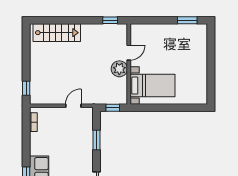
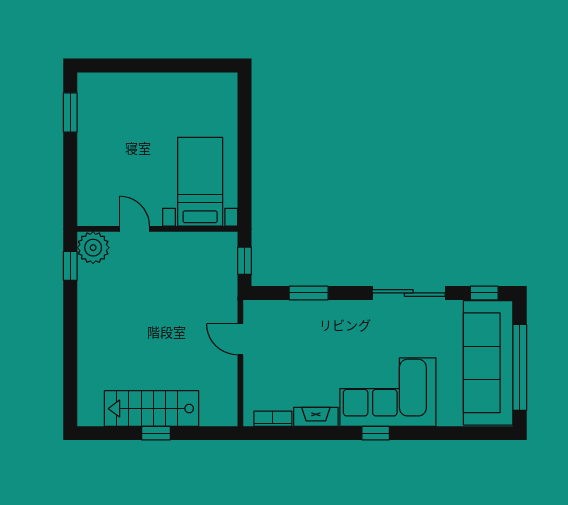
stairs: (57, 33) -> (152, 409), moved, turned -90
plant: (119, 69) -> (93, 248), moved
window: (26, 88) -> (156, 433), moved
fireplace: (34, 144) -> (316, 417), added

